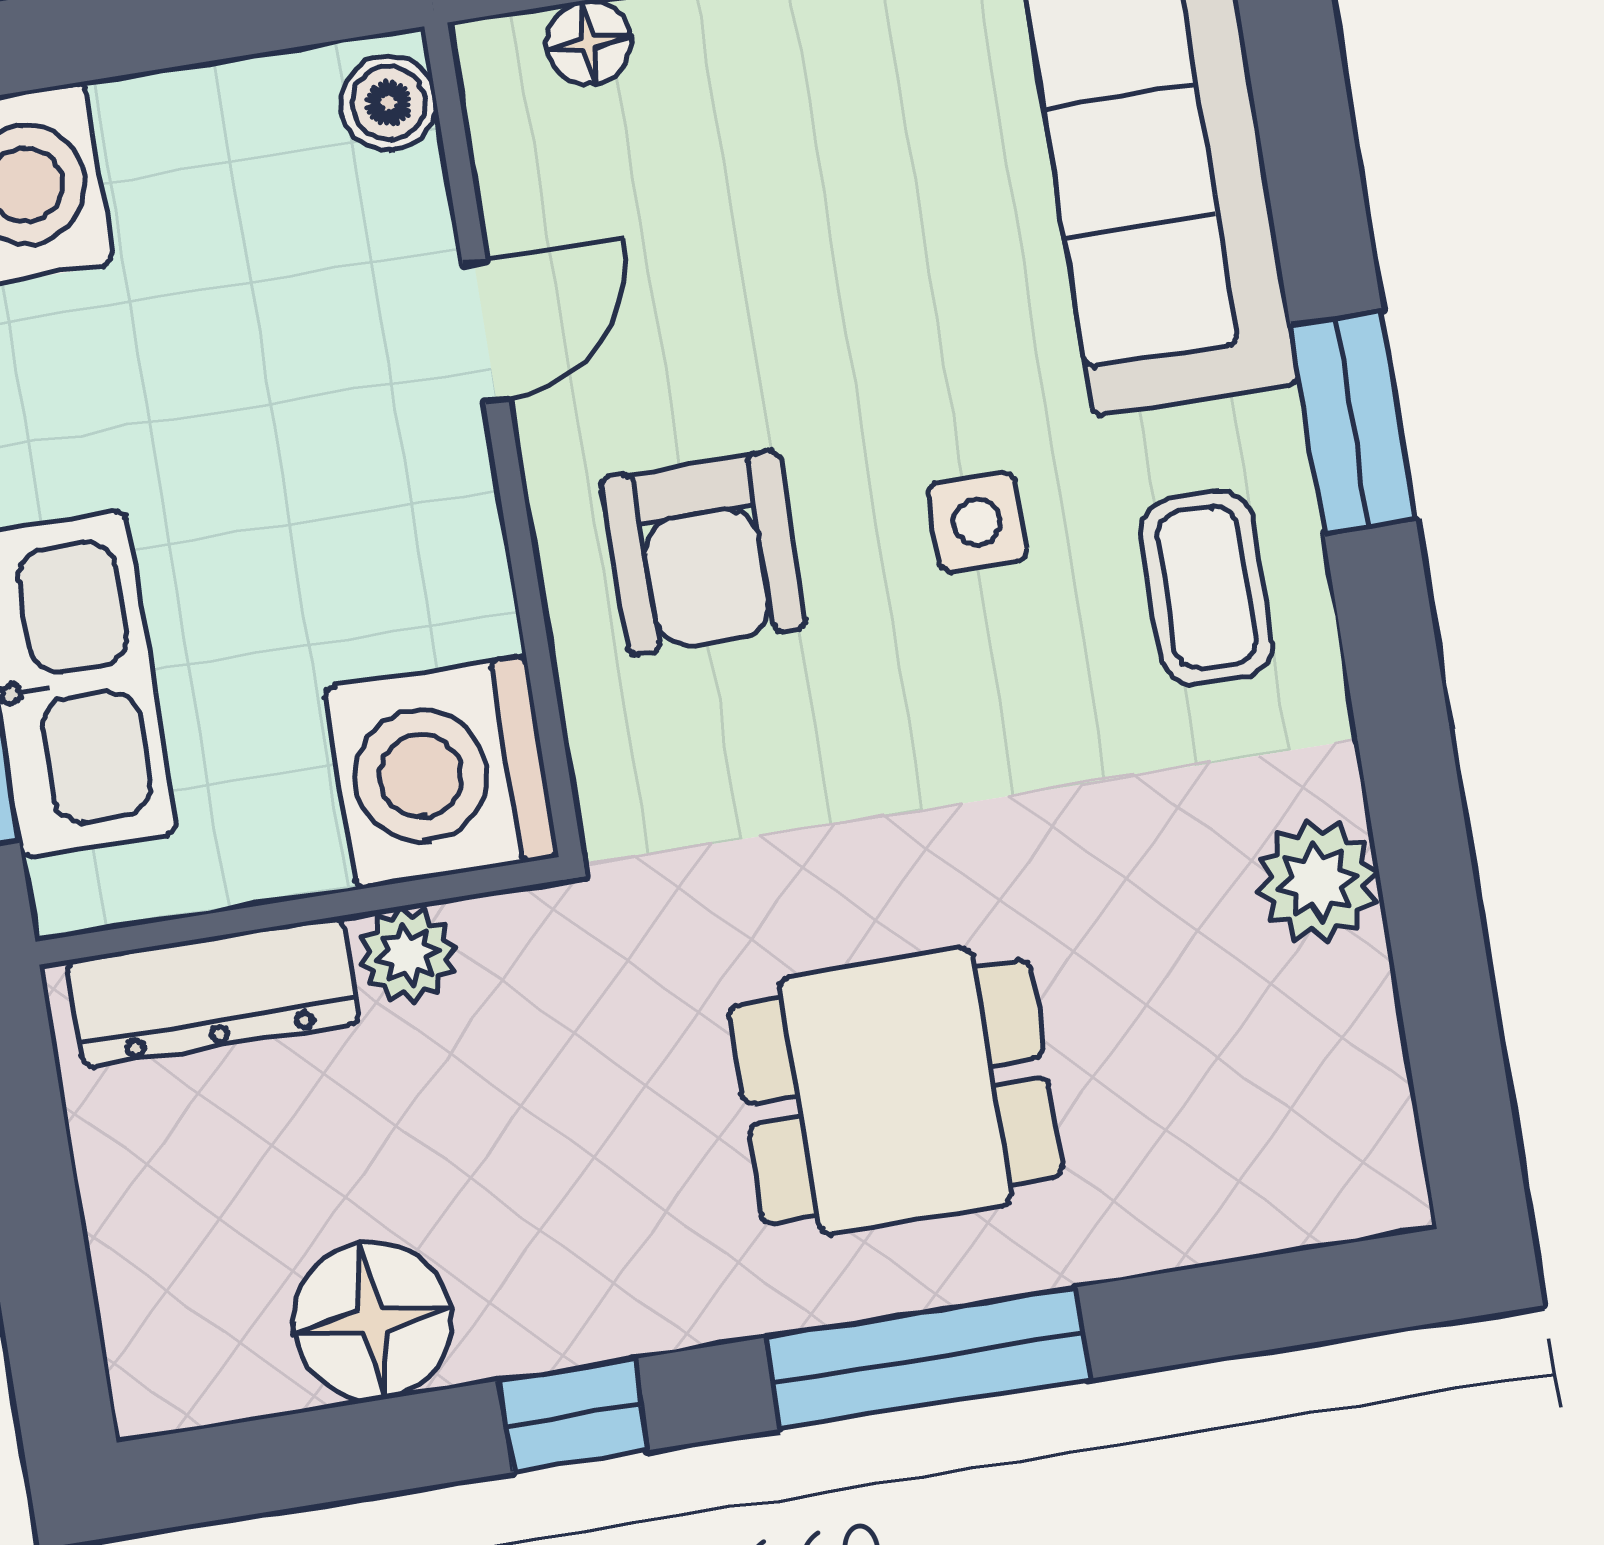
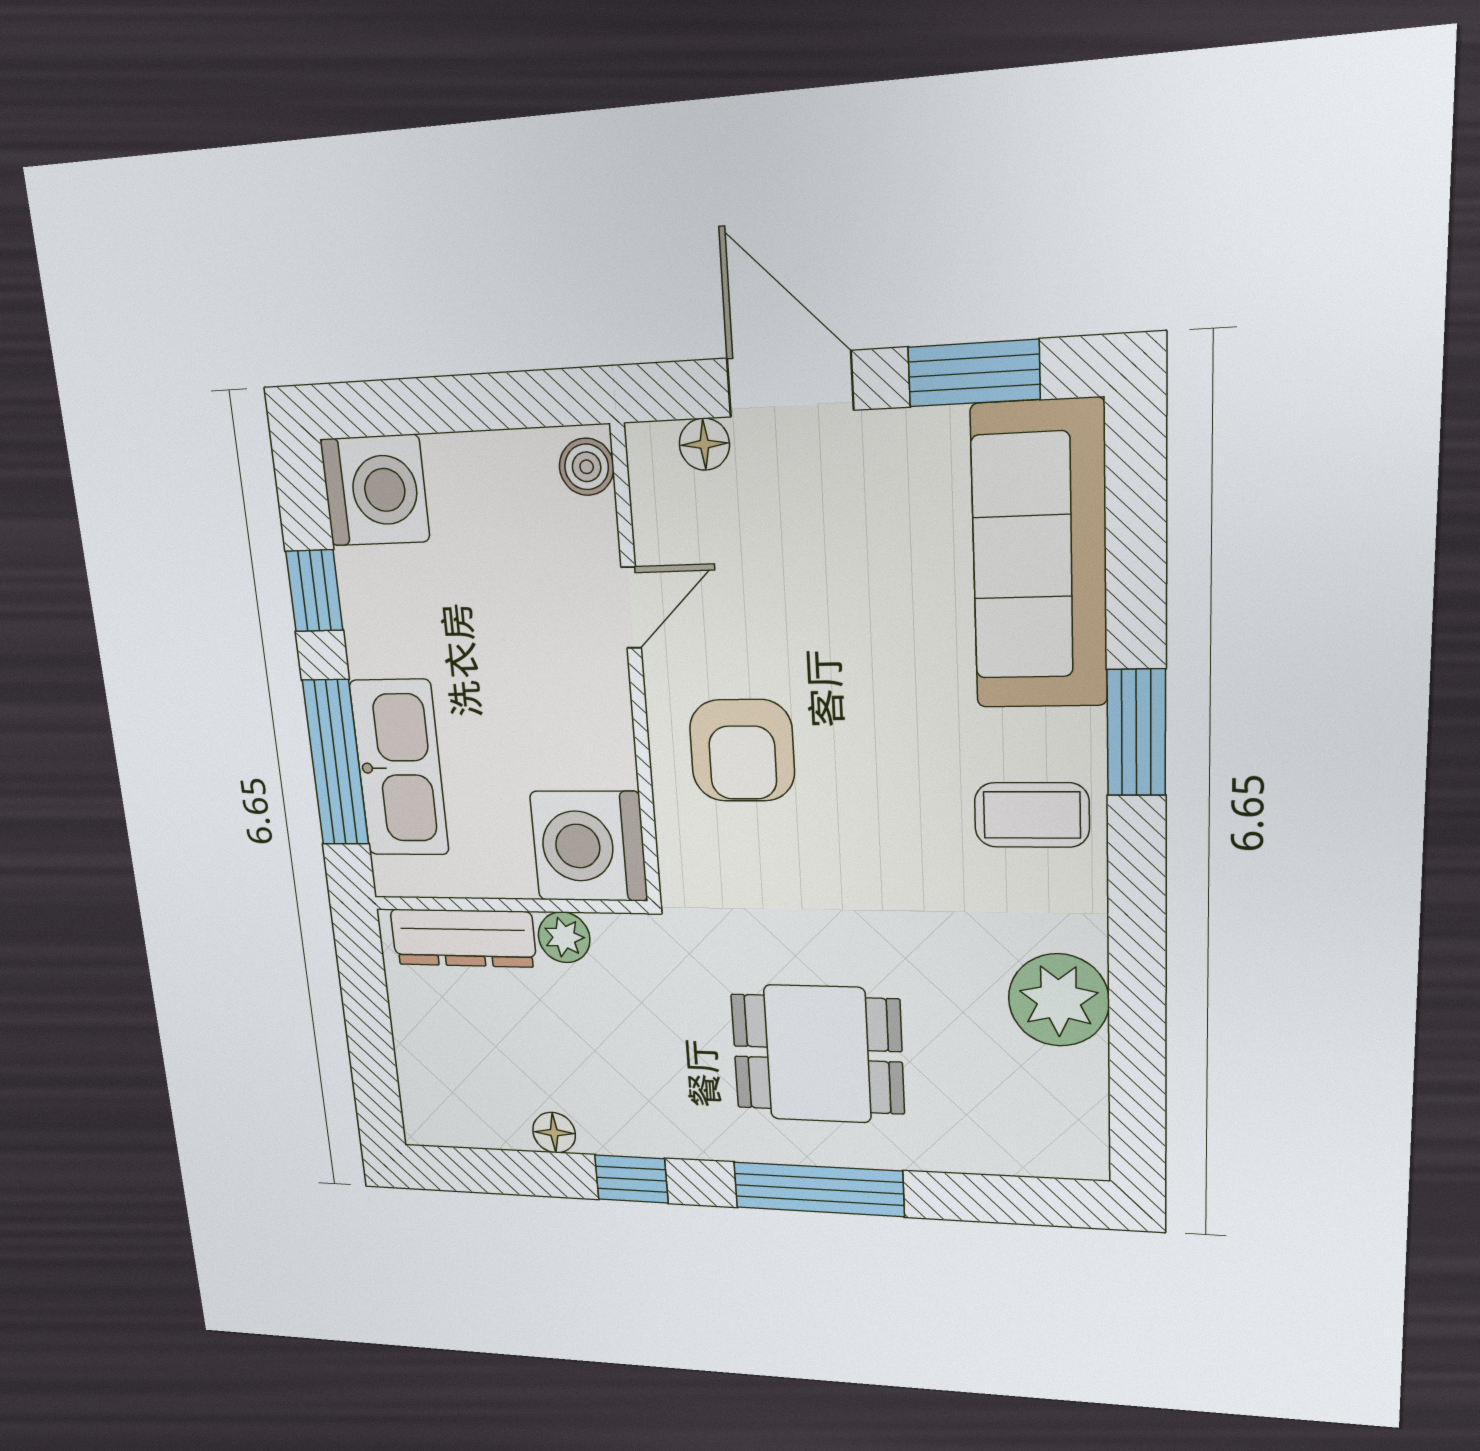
side table: (977, 522) -> (901, 757), removed
coffee table: (1207, 588) -> (1032, 815), turned 90
plant: (1318, 882) -> (1059, 1000), width x1.36, depth x1.36
floor lamp: (373, 1321) -> (554, 1133), width x0.53, depth x0.53

